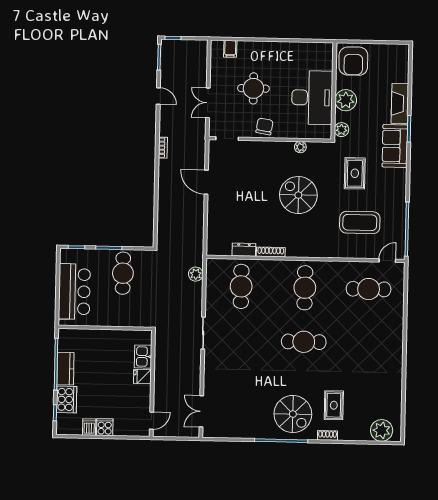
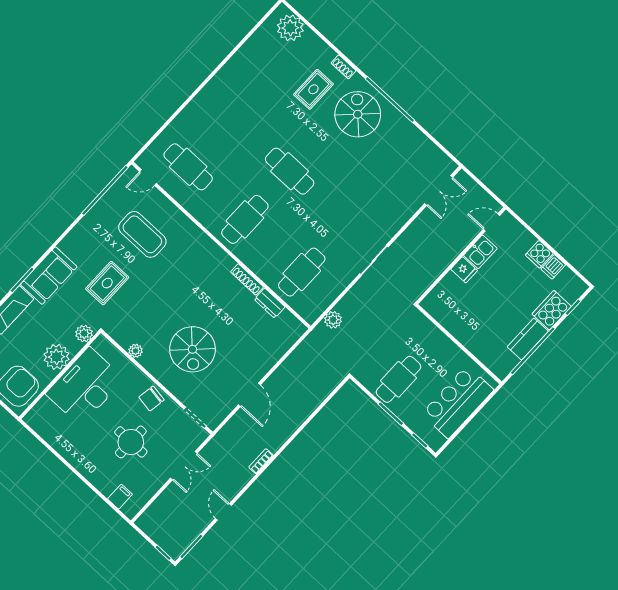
spiral stairs: (298, 195) -> (192, 349), moved
kitchen sink: (143, 357) -> (480, 252), moved

